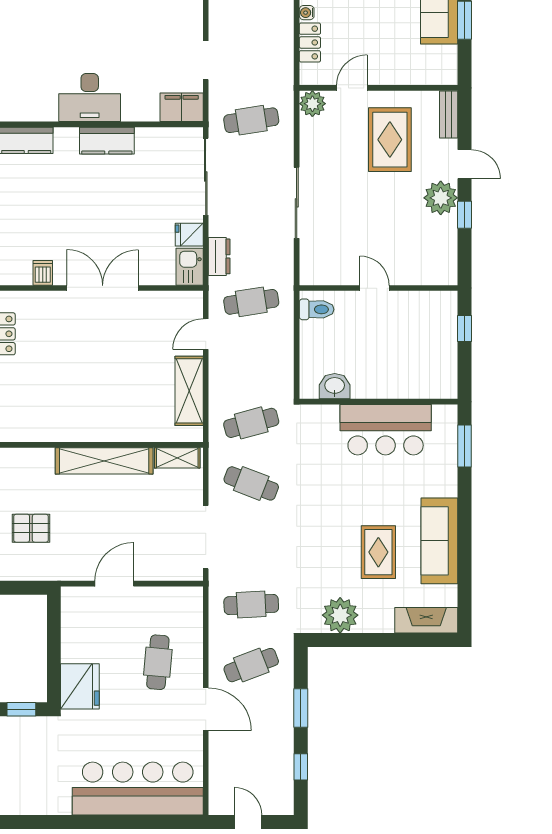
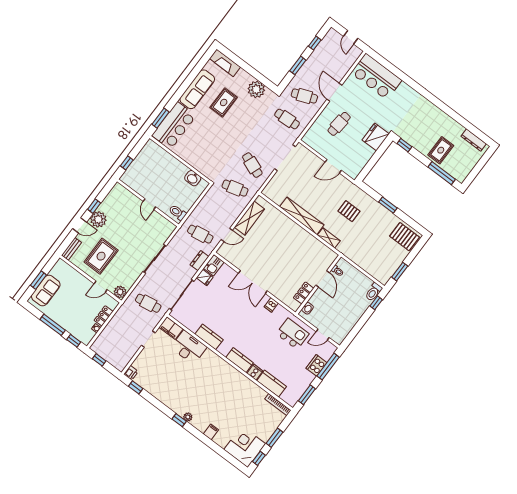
desk: (90, 97) -> (189, 347), moved
door: (465, 164) -> (80, 225), swing flipped
bar counter: (386, 430) -> (174, 126), moved, turned 90
shelving: (177, 458) -> (329, 238), moved
bar counter: (138, 789) -> (376, 77), width x0.73

